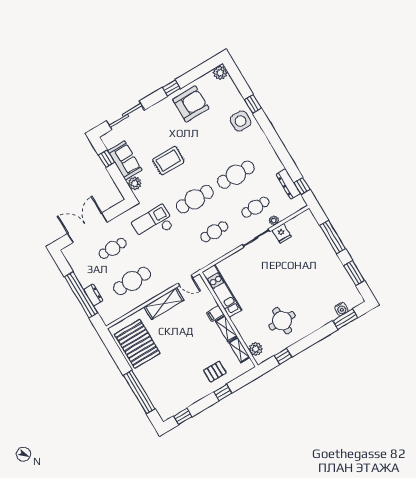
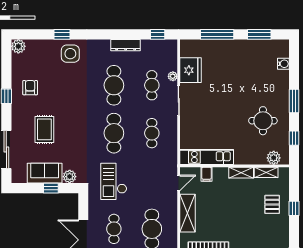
armchair: (191, 104) -> (30, 88), width x0.53, depth x0.53
window: (107, 159) -> (51, 188), moved
rug: (168, 161) -> (44, 129), moved
dresser: (288, 184) -> (126, 45), moved
fridge: (282, 233) -> (191, 70), width x1.88, depth x1.34
filing cabinet: (215, 313) -> (207, 174), moved
window: (345, 319) -> (294, 101), moved

